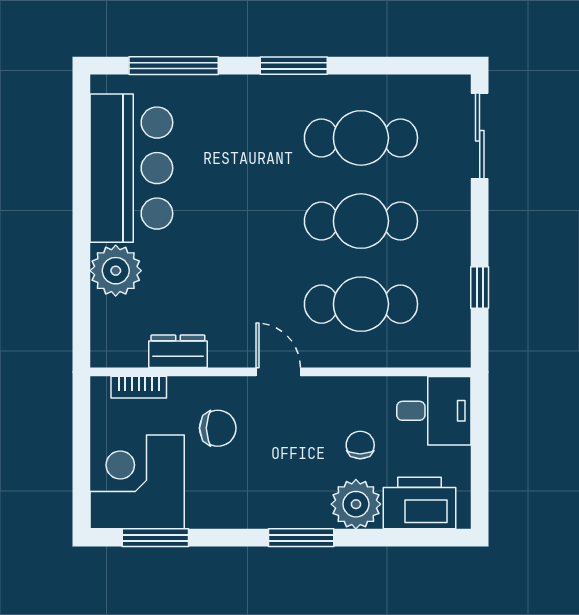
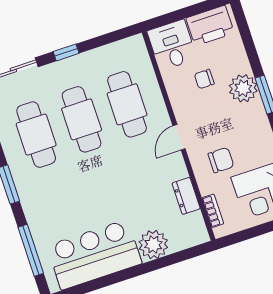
window: (480, 288) -> (66, 52), moved
chair: (218, 428) -> (221, 160), turned 90
printer: (419, 503) -> (210, 26), moved, turned -90
plant: (356, 504) -> (243, 88), moved

